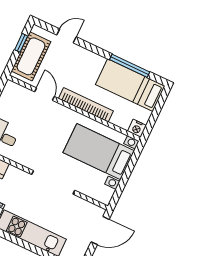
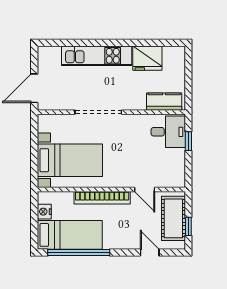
door: (67, 36) -> (150, 253), swing flipped
window: (130, 66) -> (79, 253), width x1.46
nightstand: (137, 128) -> (44, 212), moved, turned -90

